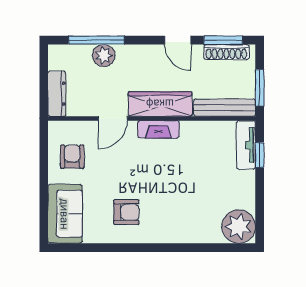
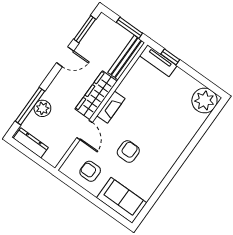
shoe rack: (226, 52) -> (93, 32), removed
dresser: (57, 94) -> (31, 143), moved
armchair: (126, 212) -> (128, 152), moved

